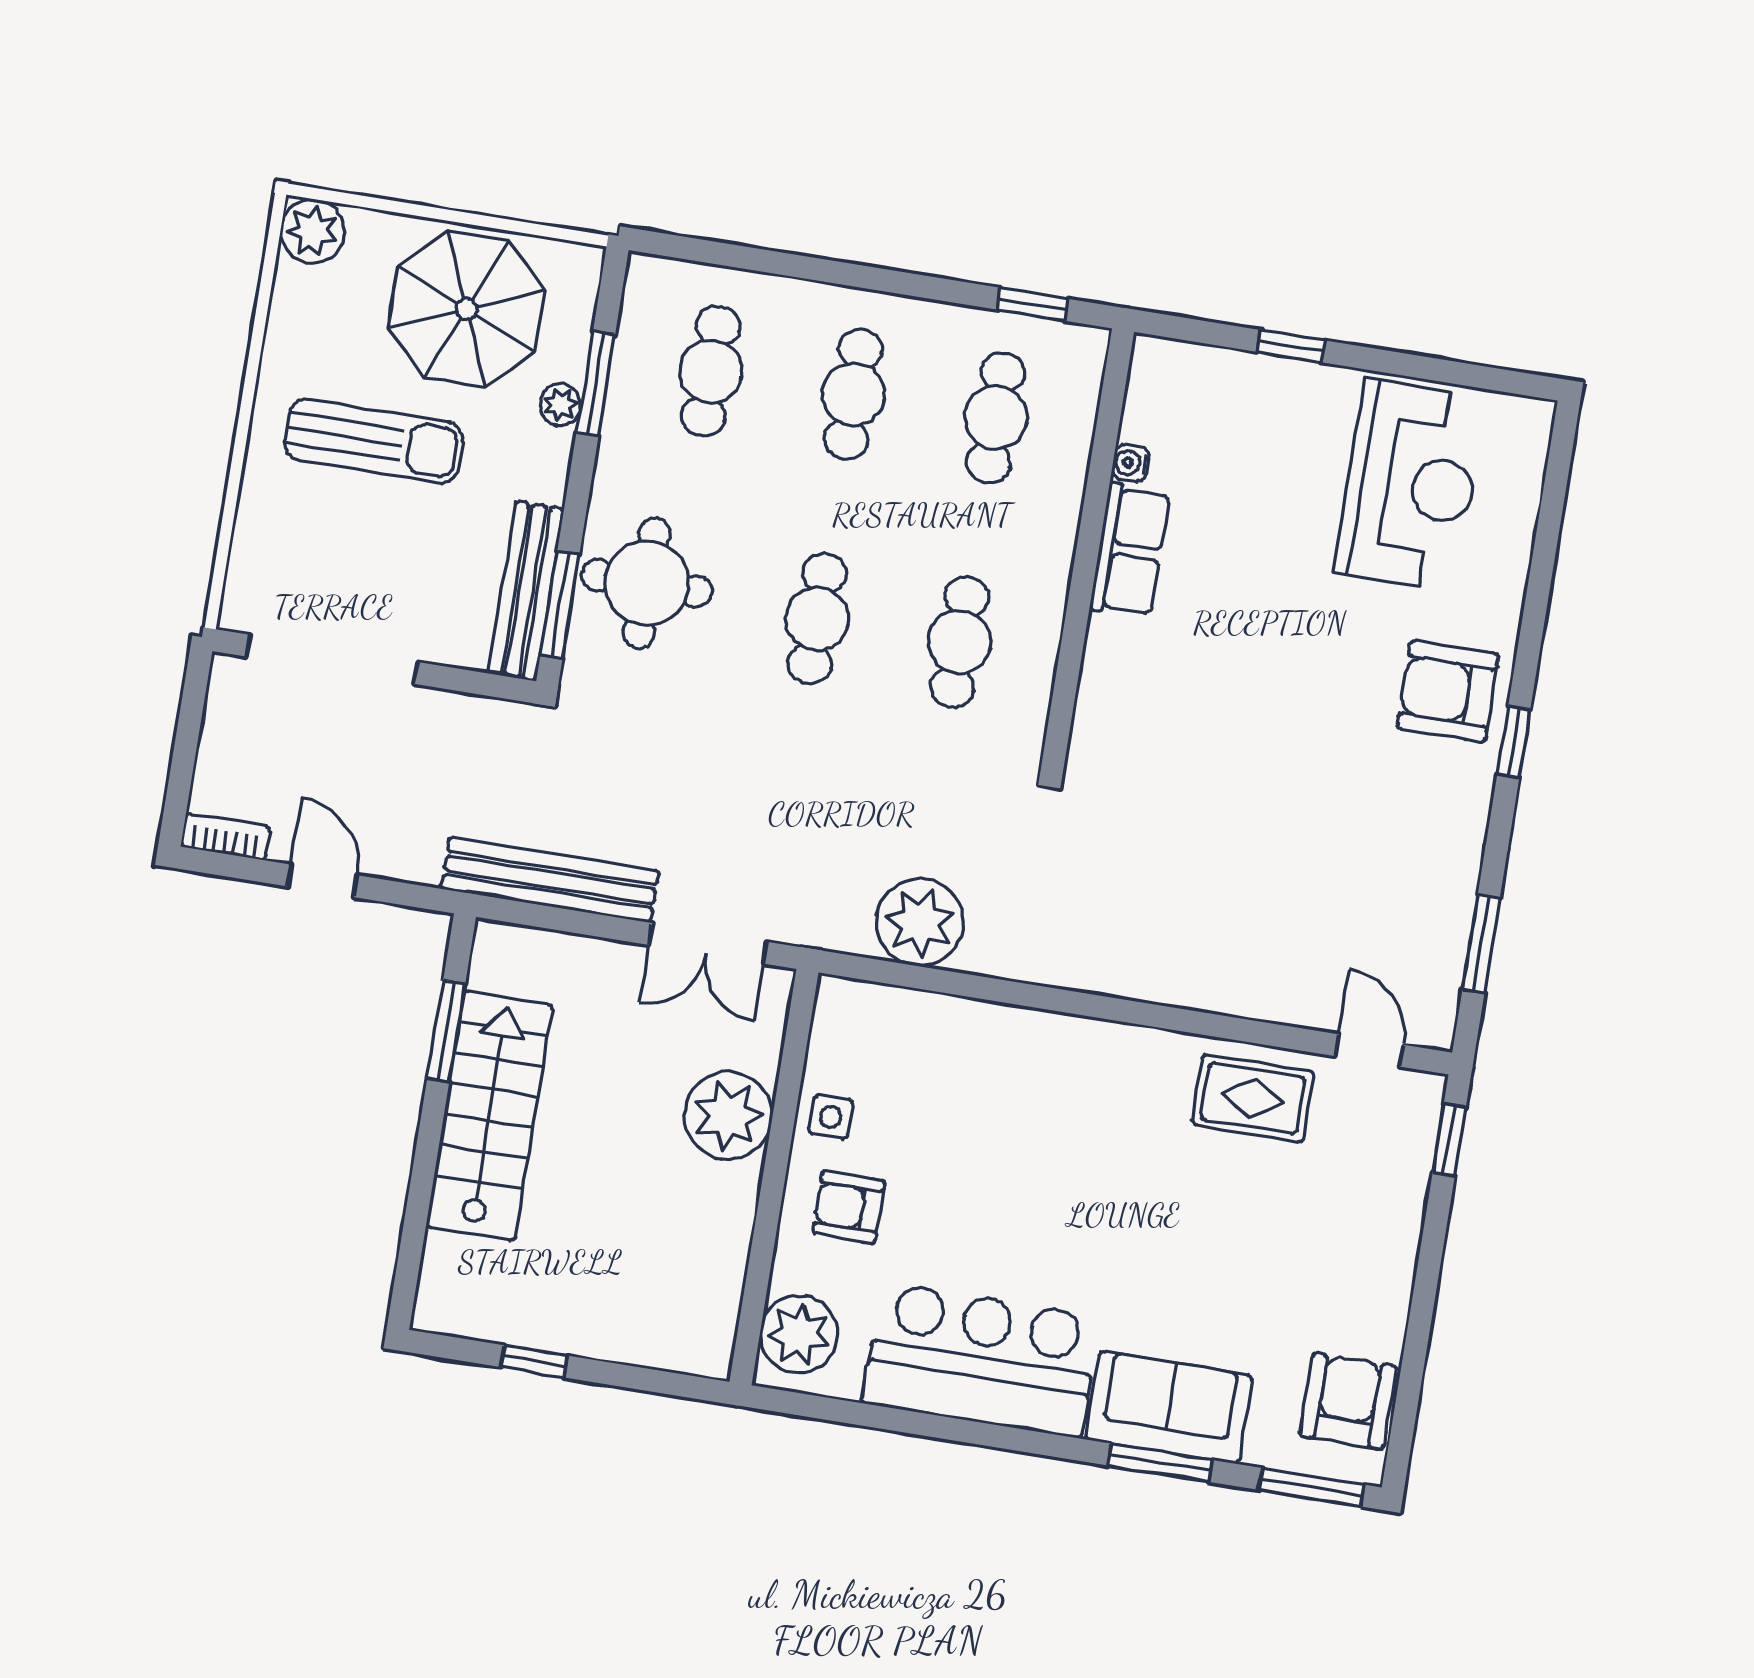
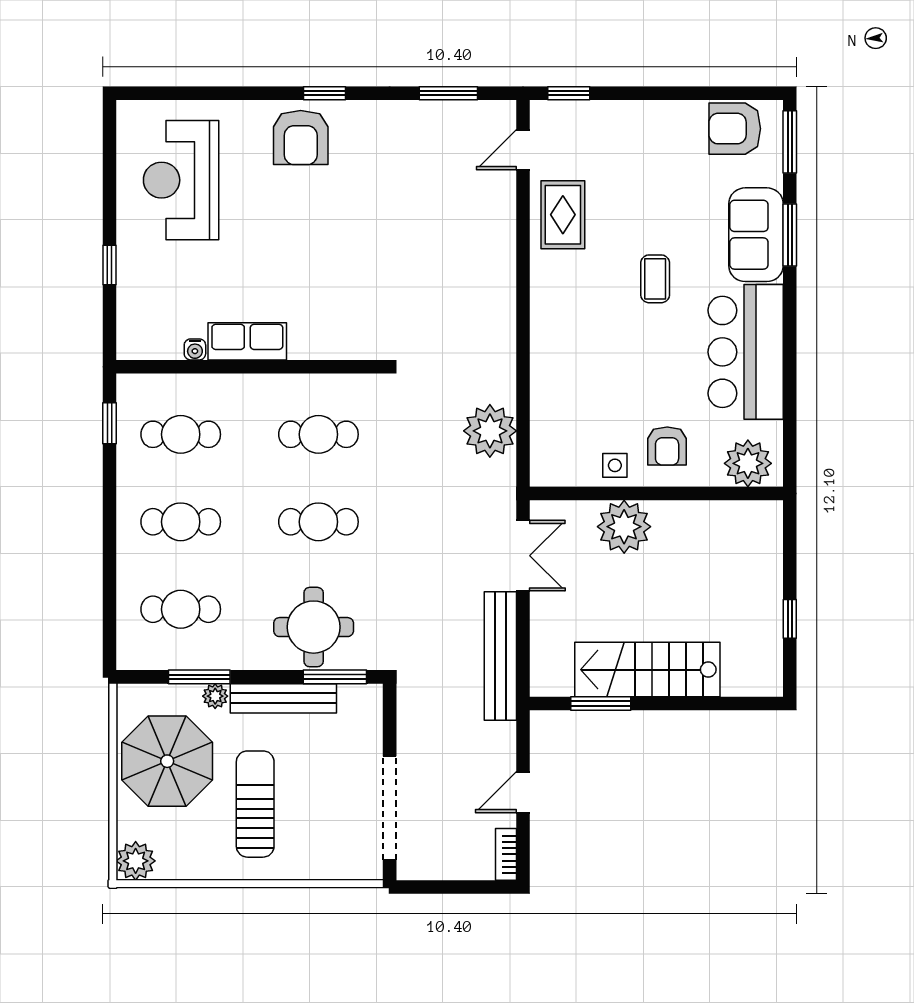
reception desk: (1410, 485) -> (181, 180), turned -90
bench: (526, 591) -> (283, 698), moved
coffee table: (1124, 1232) -> (655, 279), added

